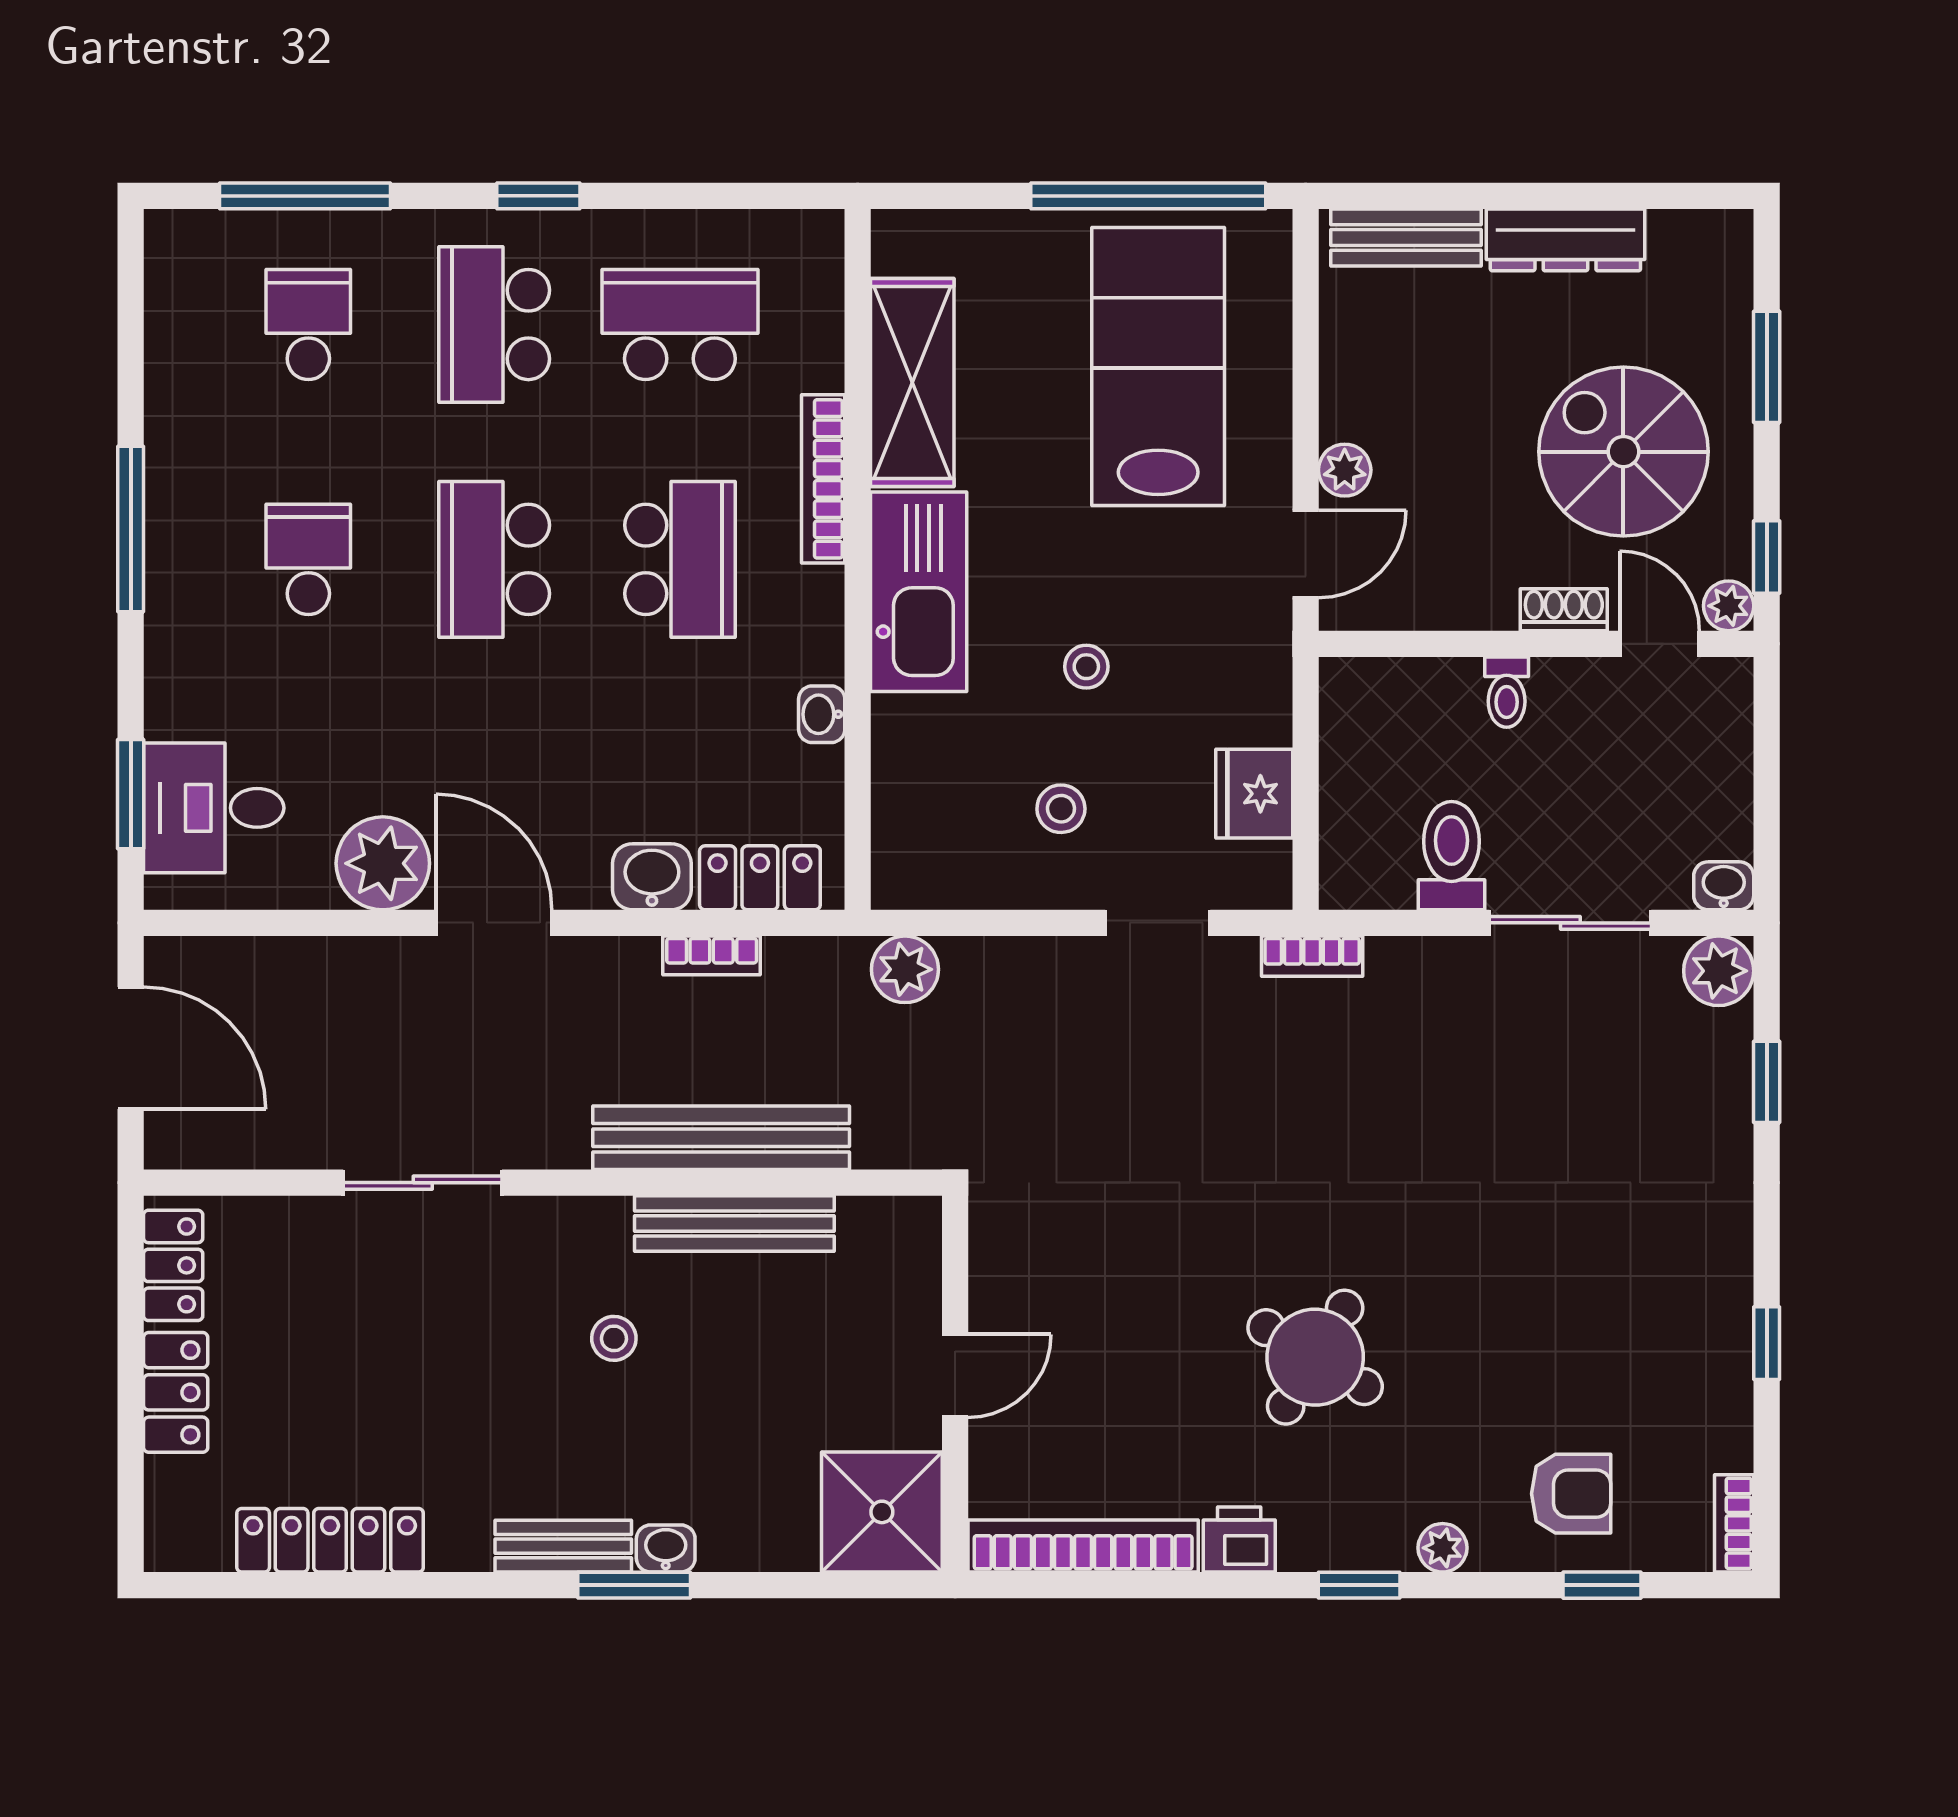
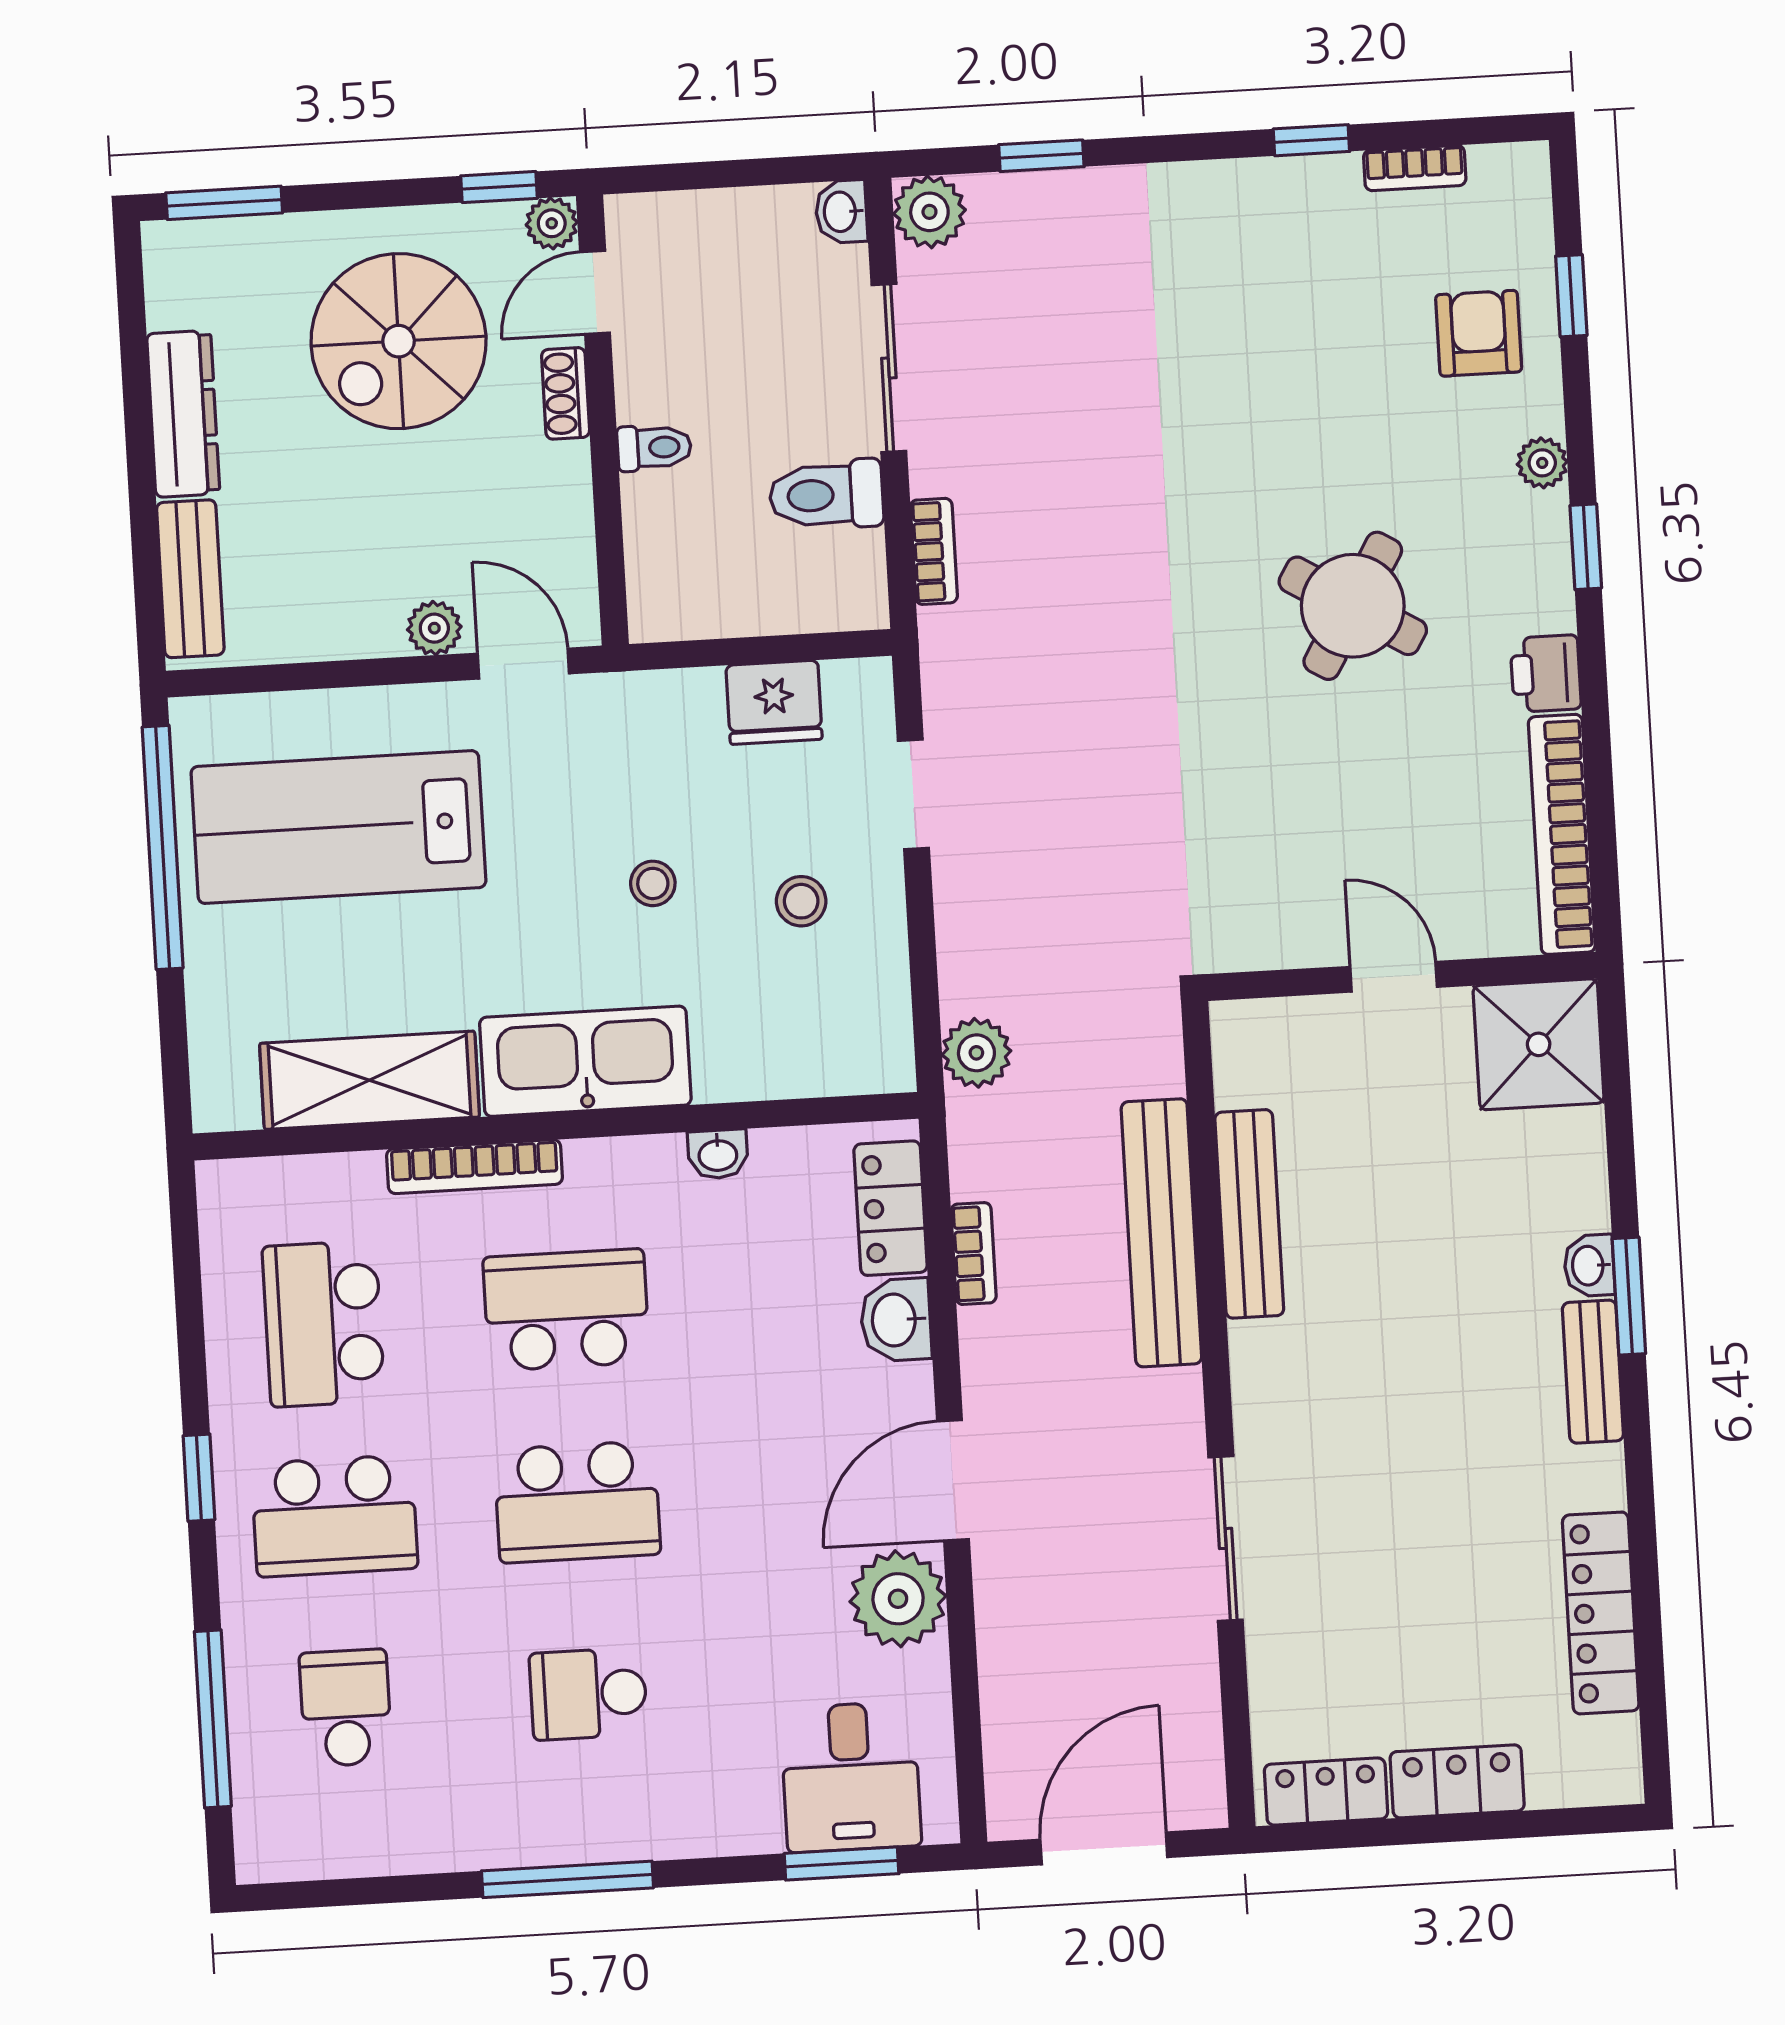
school desk: (308, 325) -> (346, 1708), turned 90
window: (1767, 367) -> (224, 203), moved
bookcase: (1312, 956) -> (934, 551), moved
stool: (614, 1338) -> (1375, 1332), removed
bookcase: (1734, 1523) -> (1415, 168), moved

